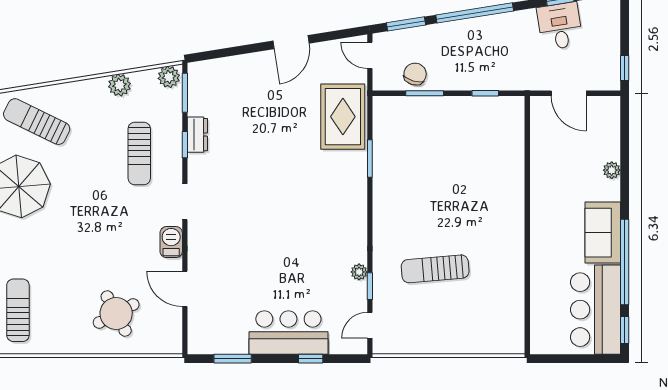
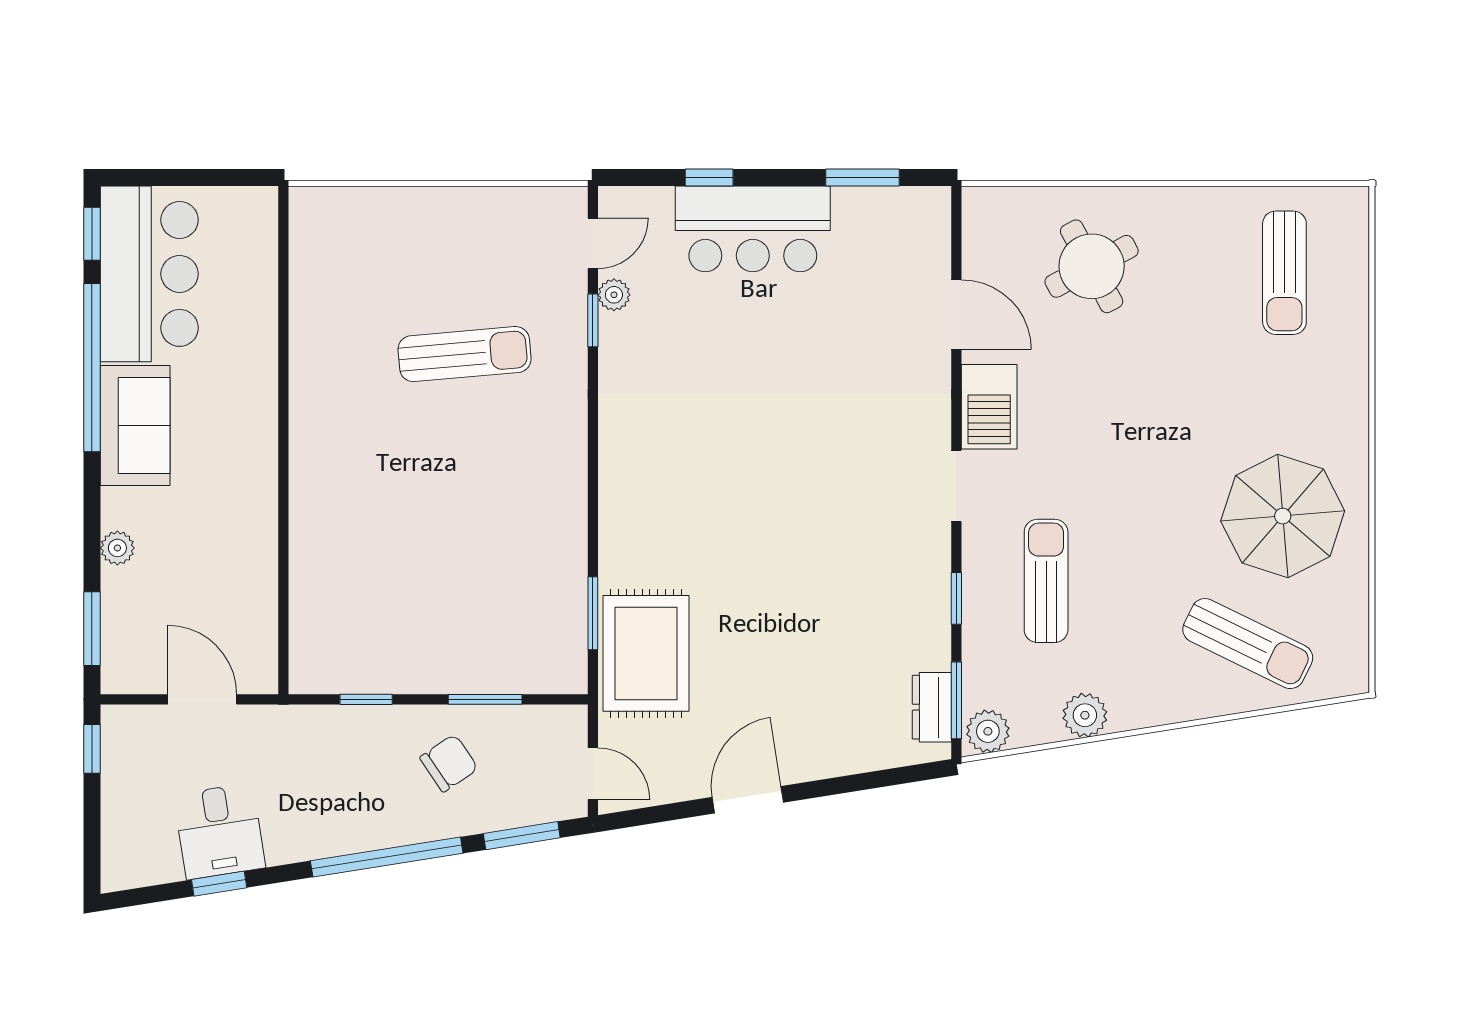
chair: (415, 74) -> (449, 763), moved, turned -141
window: (625, 129) -> (92, 629), added
dresser: (197, 135) -> (932, 707), moved
window: (370, 159) -> (593, 613), moved
barbecue: (171, 242) -> (989, 407), width x1.38, depth x1.27
plant: (359, 272) -> (614, 295), moved

